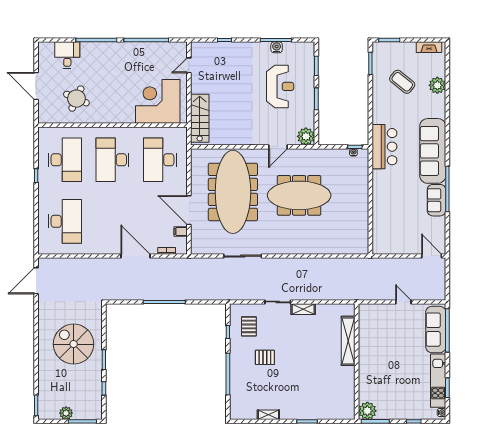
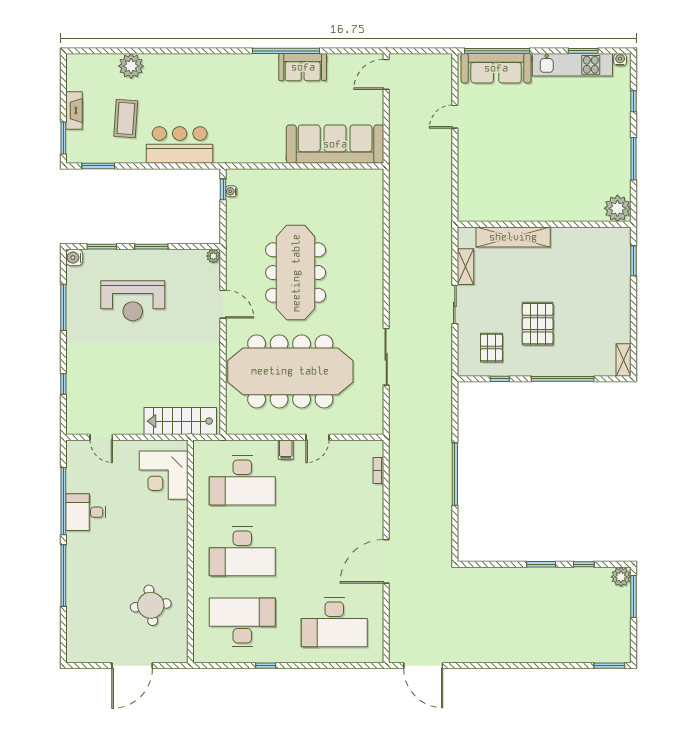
water cooler: (277, 47) -> (74, 258), moved
fireplace: (429, 47) -> (74, 111), moved
desk: (67, 55) -> (86, 512), moved
coffee table: (402, 82) -> (126, 118), turned -35
reception desk: (280, 86) -> (133, 301), turned 180
round table: (76, 99) -> (151, 605), turned -31
corner desk: (158, 101) -> (164, 475), width x0.74, depth x0.74
plant: (306, 136) -> (213, 256), width x0.53, depth x0.53
bar counter: (384, 147) -> (180, 145), moved
sofa: (433, 151) -> (335, 144), moved, turned 180
door: (189, 210) -> (317, 437), width x0.53
desk: (65, 221) -> (334, 622), turned 180
filing cabinet: (181, 231) -> (286, 450), moved
door: (135, 256) -> (386, 561), moved
pallet: (249, 326) -> (491, 348), turned 90
shelving: (348, 341) -> (513, 237), moved
spiral stairs: (74, 344) -> (518, 610), removed
pallet: (265, 357) -> (538, 324), width x1.50, depth x1.42
wall: (357, 362) -> (544, 224), moved
plant: (367, 411) -> (617, 208), moved
plant: (66, 413) -> (621, 577), moved
shelving: (268, 415) -> (623, 360), moved

